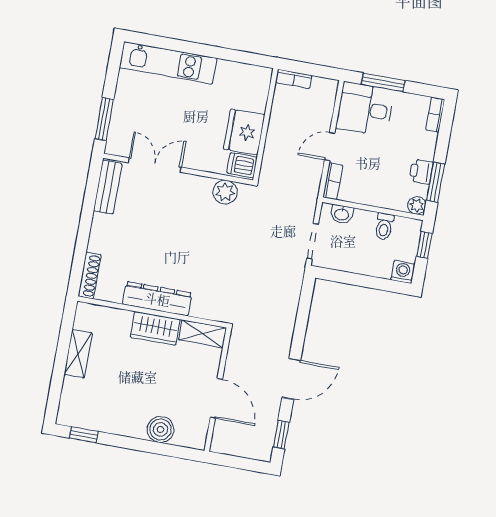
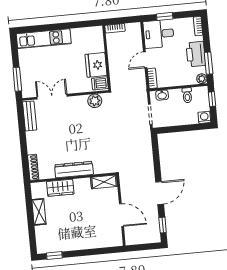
window: (383, 82) -> (165, 16), width x0.67
printer: (421, 172) -> (196, 54), width x1.87, depth x1.48
wardrobe: (155, 328) -> (60, 188), moved
boiler: (160, 429) -> (96, 241), removed

